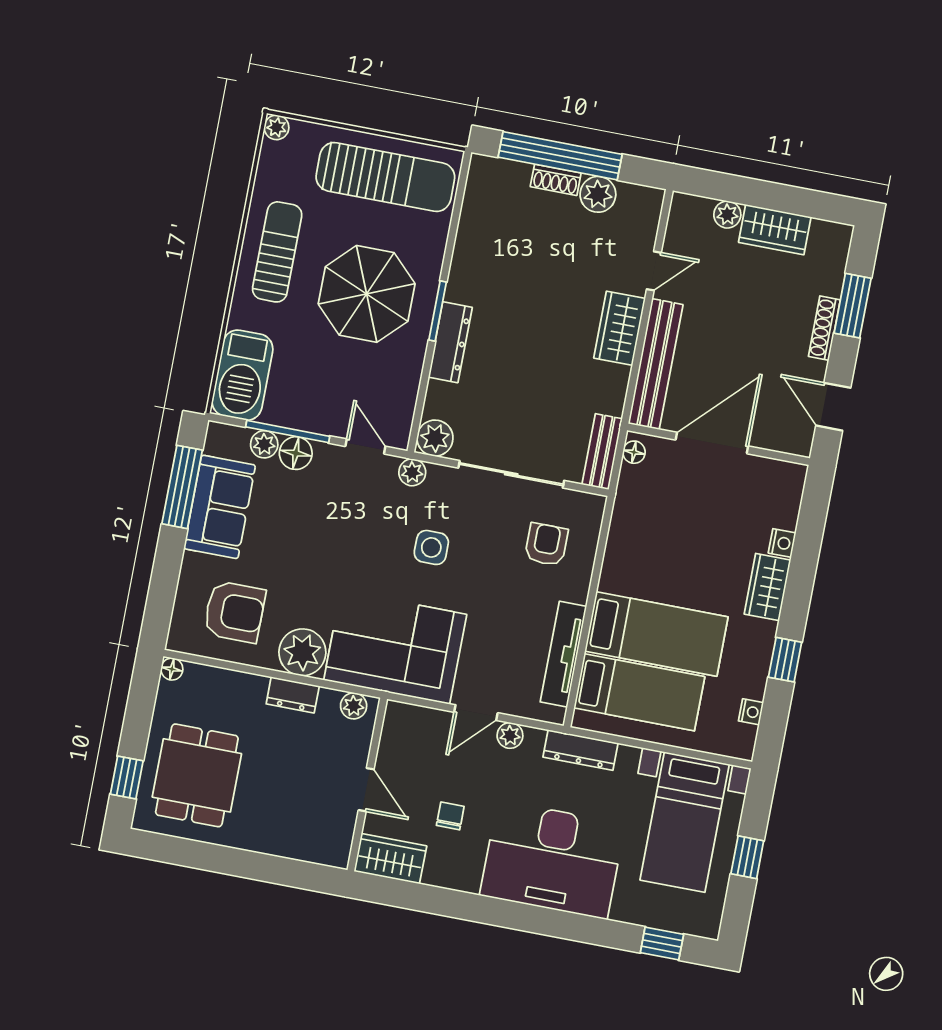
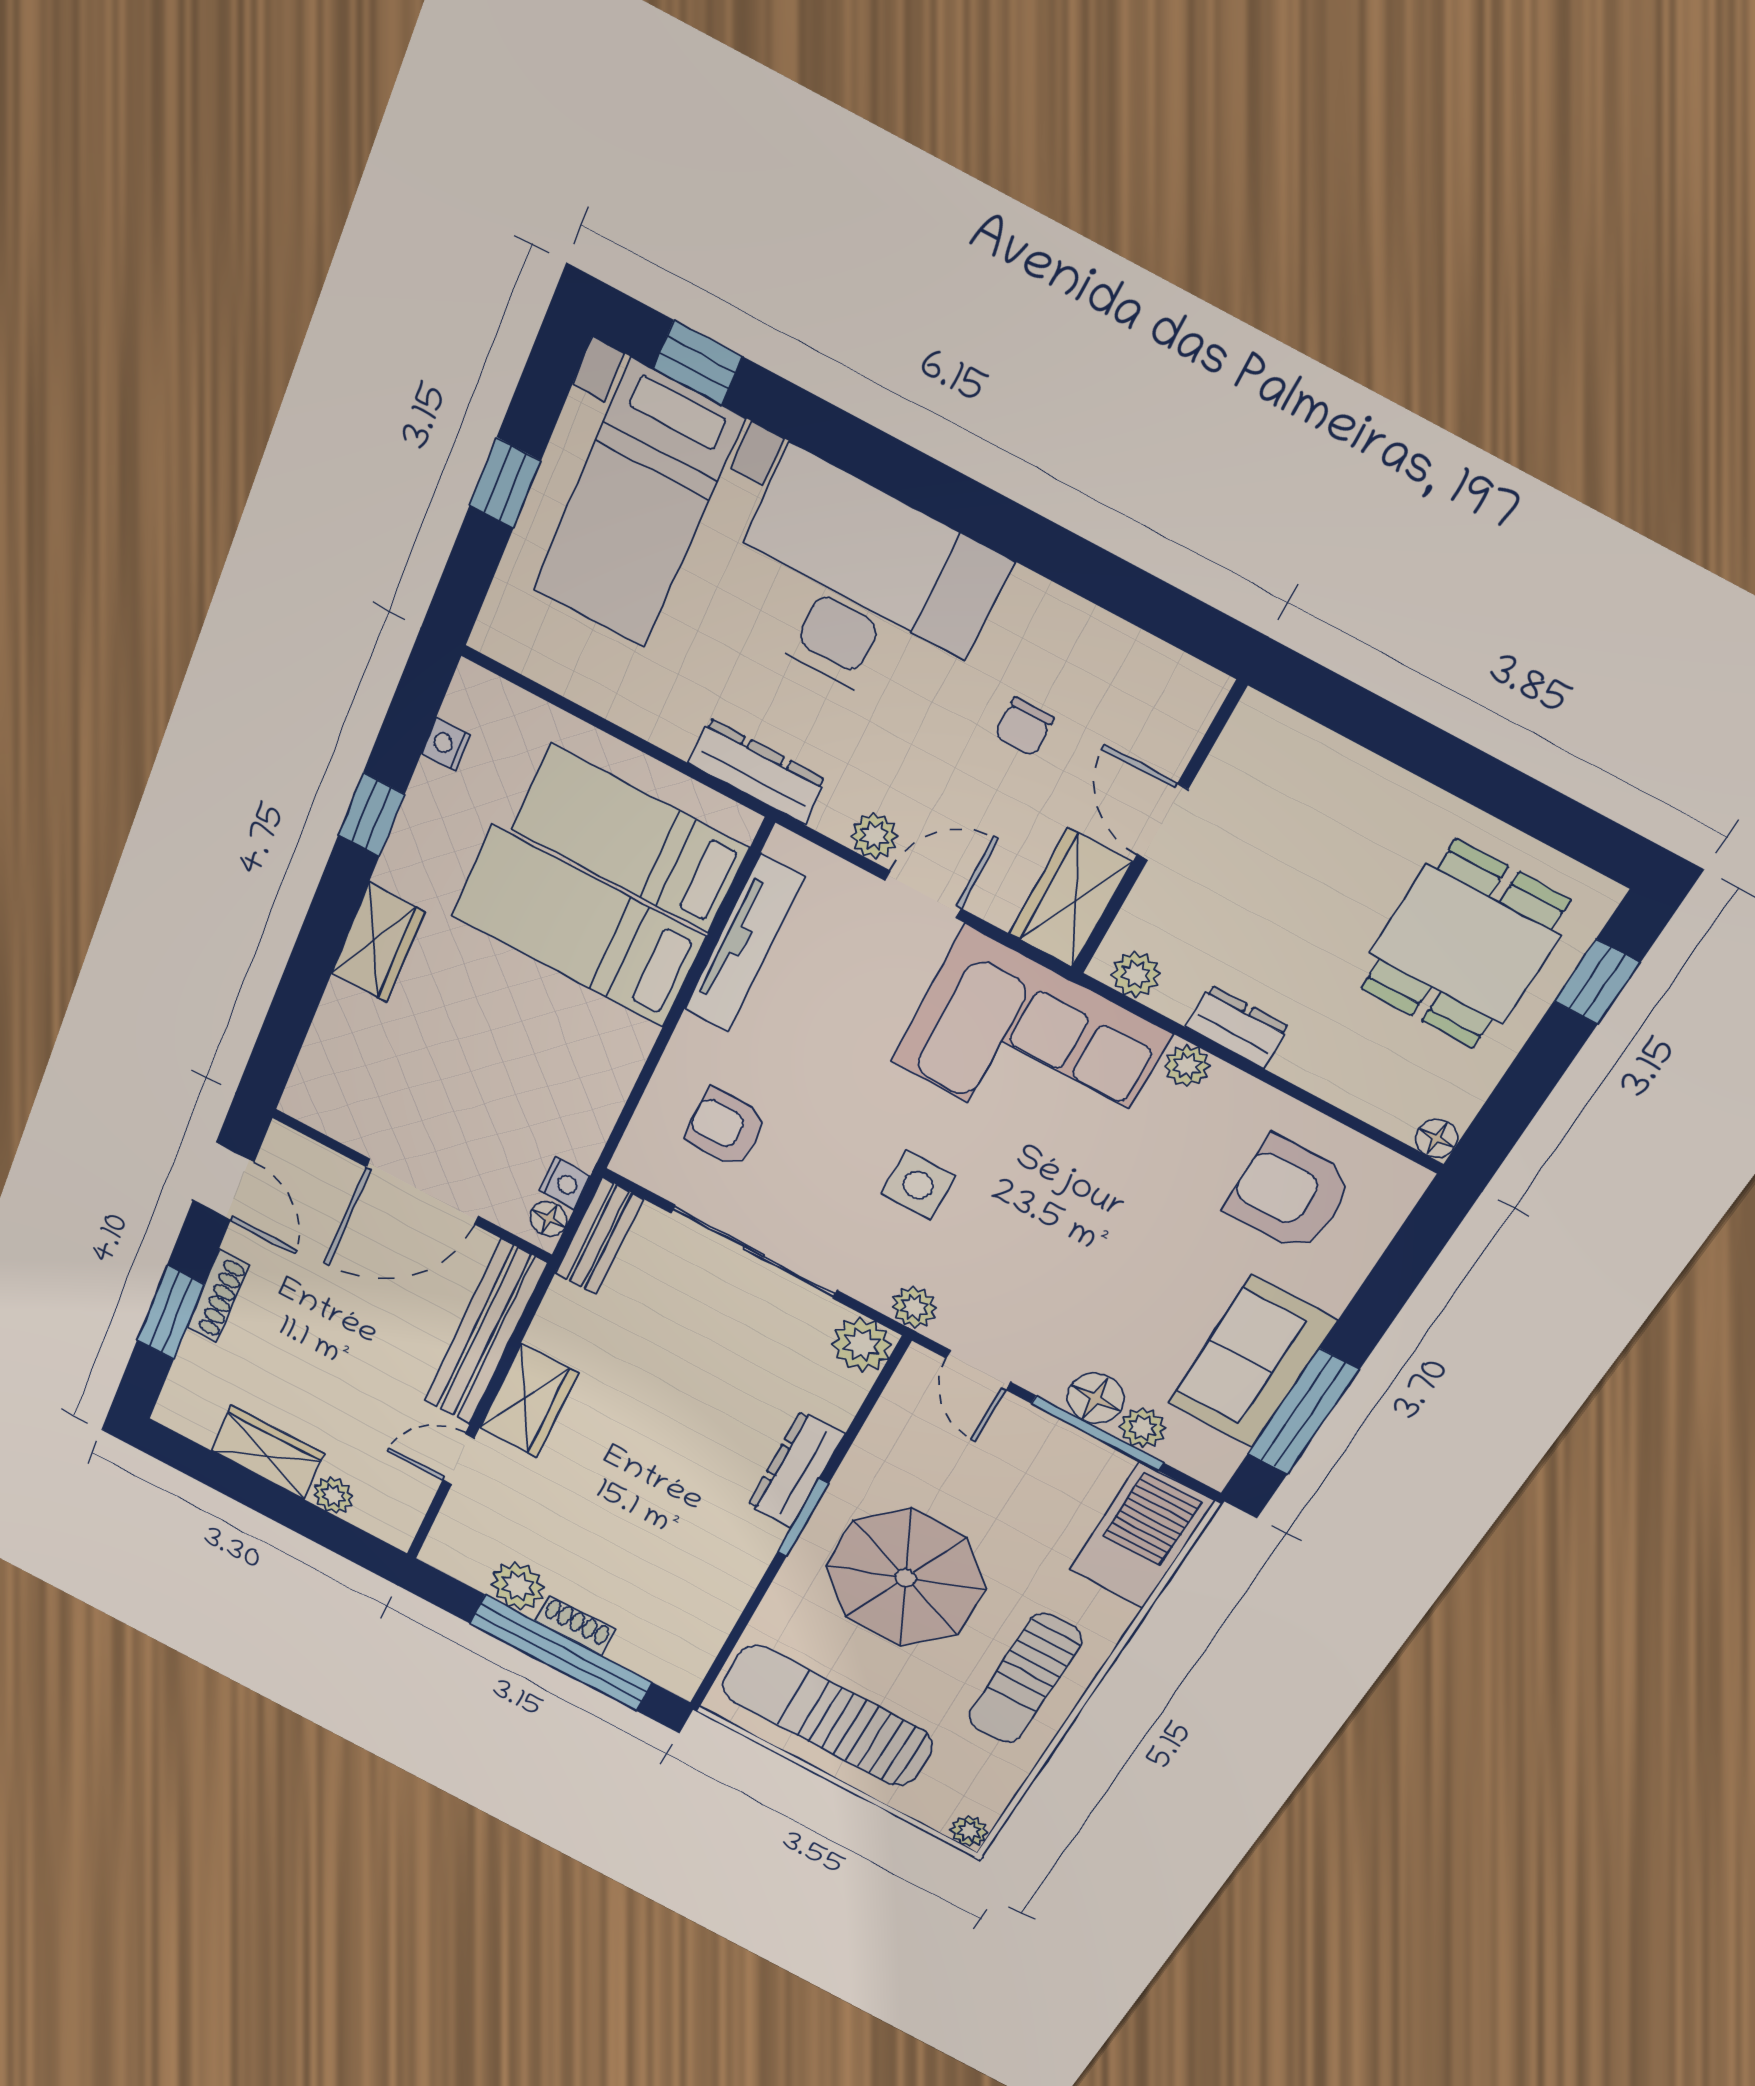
nightstand: (782, 543) -> (565, 1183), moved, turned 180
armchair: (546, 544) -> (726, 1127), turned 90
plant: (302, 652) -> (1187, 1066), width x0.53, depth x0.53
bed with nightstands: (685, 822) -> (637, 505), moved, turned 180
wardrobe: (390, 859) -> (1070, 898), moved, turned 90

